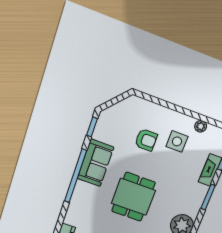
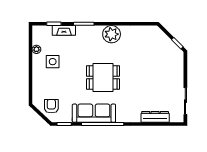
armchair: (146, 140) -> (51, 106), moved
sofa: (95, 163) -> (94, 113), width x1.36

